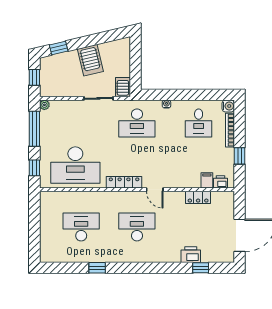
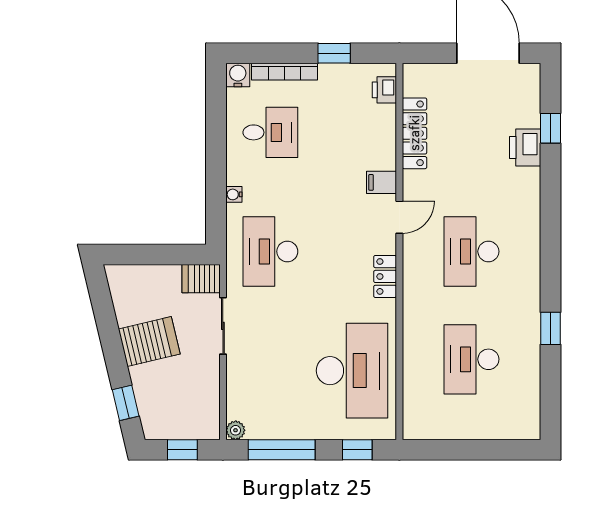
desk: (137, 123) -> (270, 251), turned 180
filing cabinet: (207, 180) -> (381, 182), moved
locker: (124, 182) -> (385, 276), width x0.66
locker: (198, 197) -> (414, 133), width x1.53

